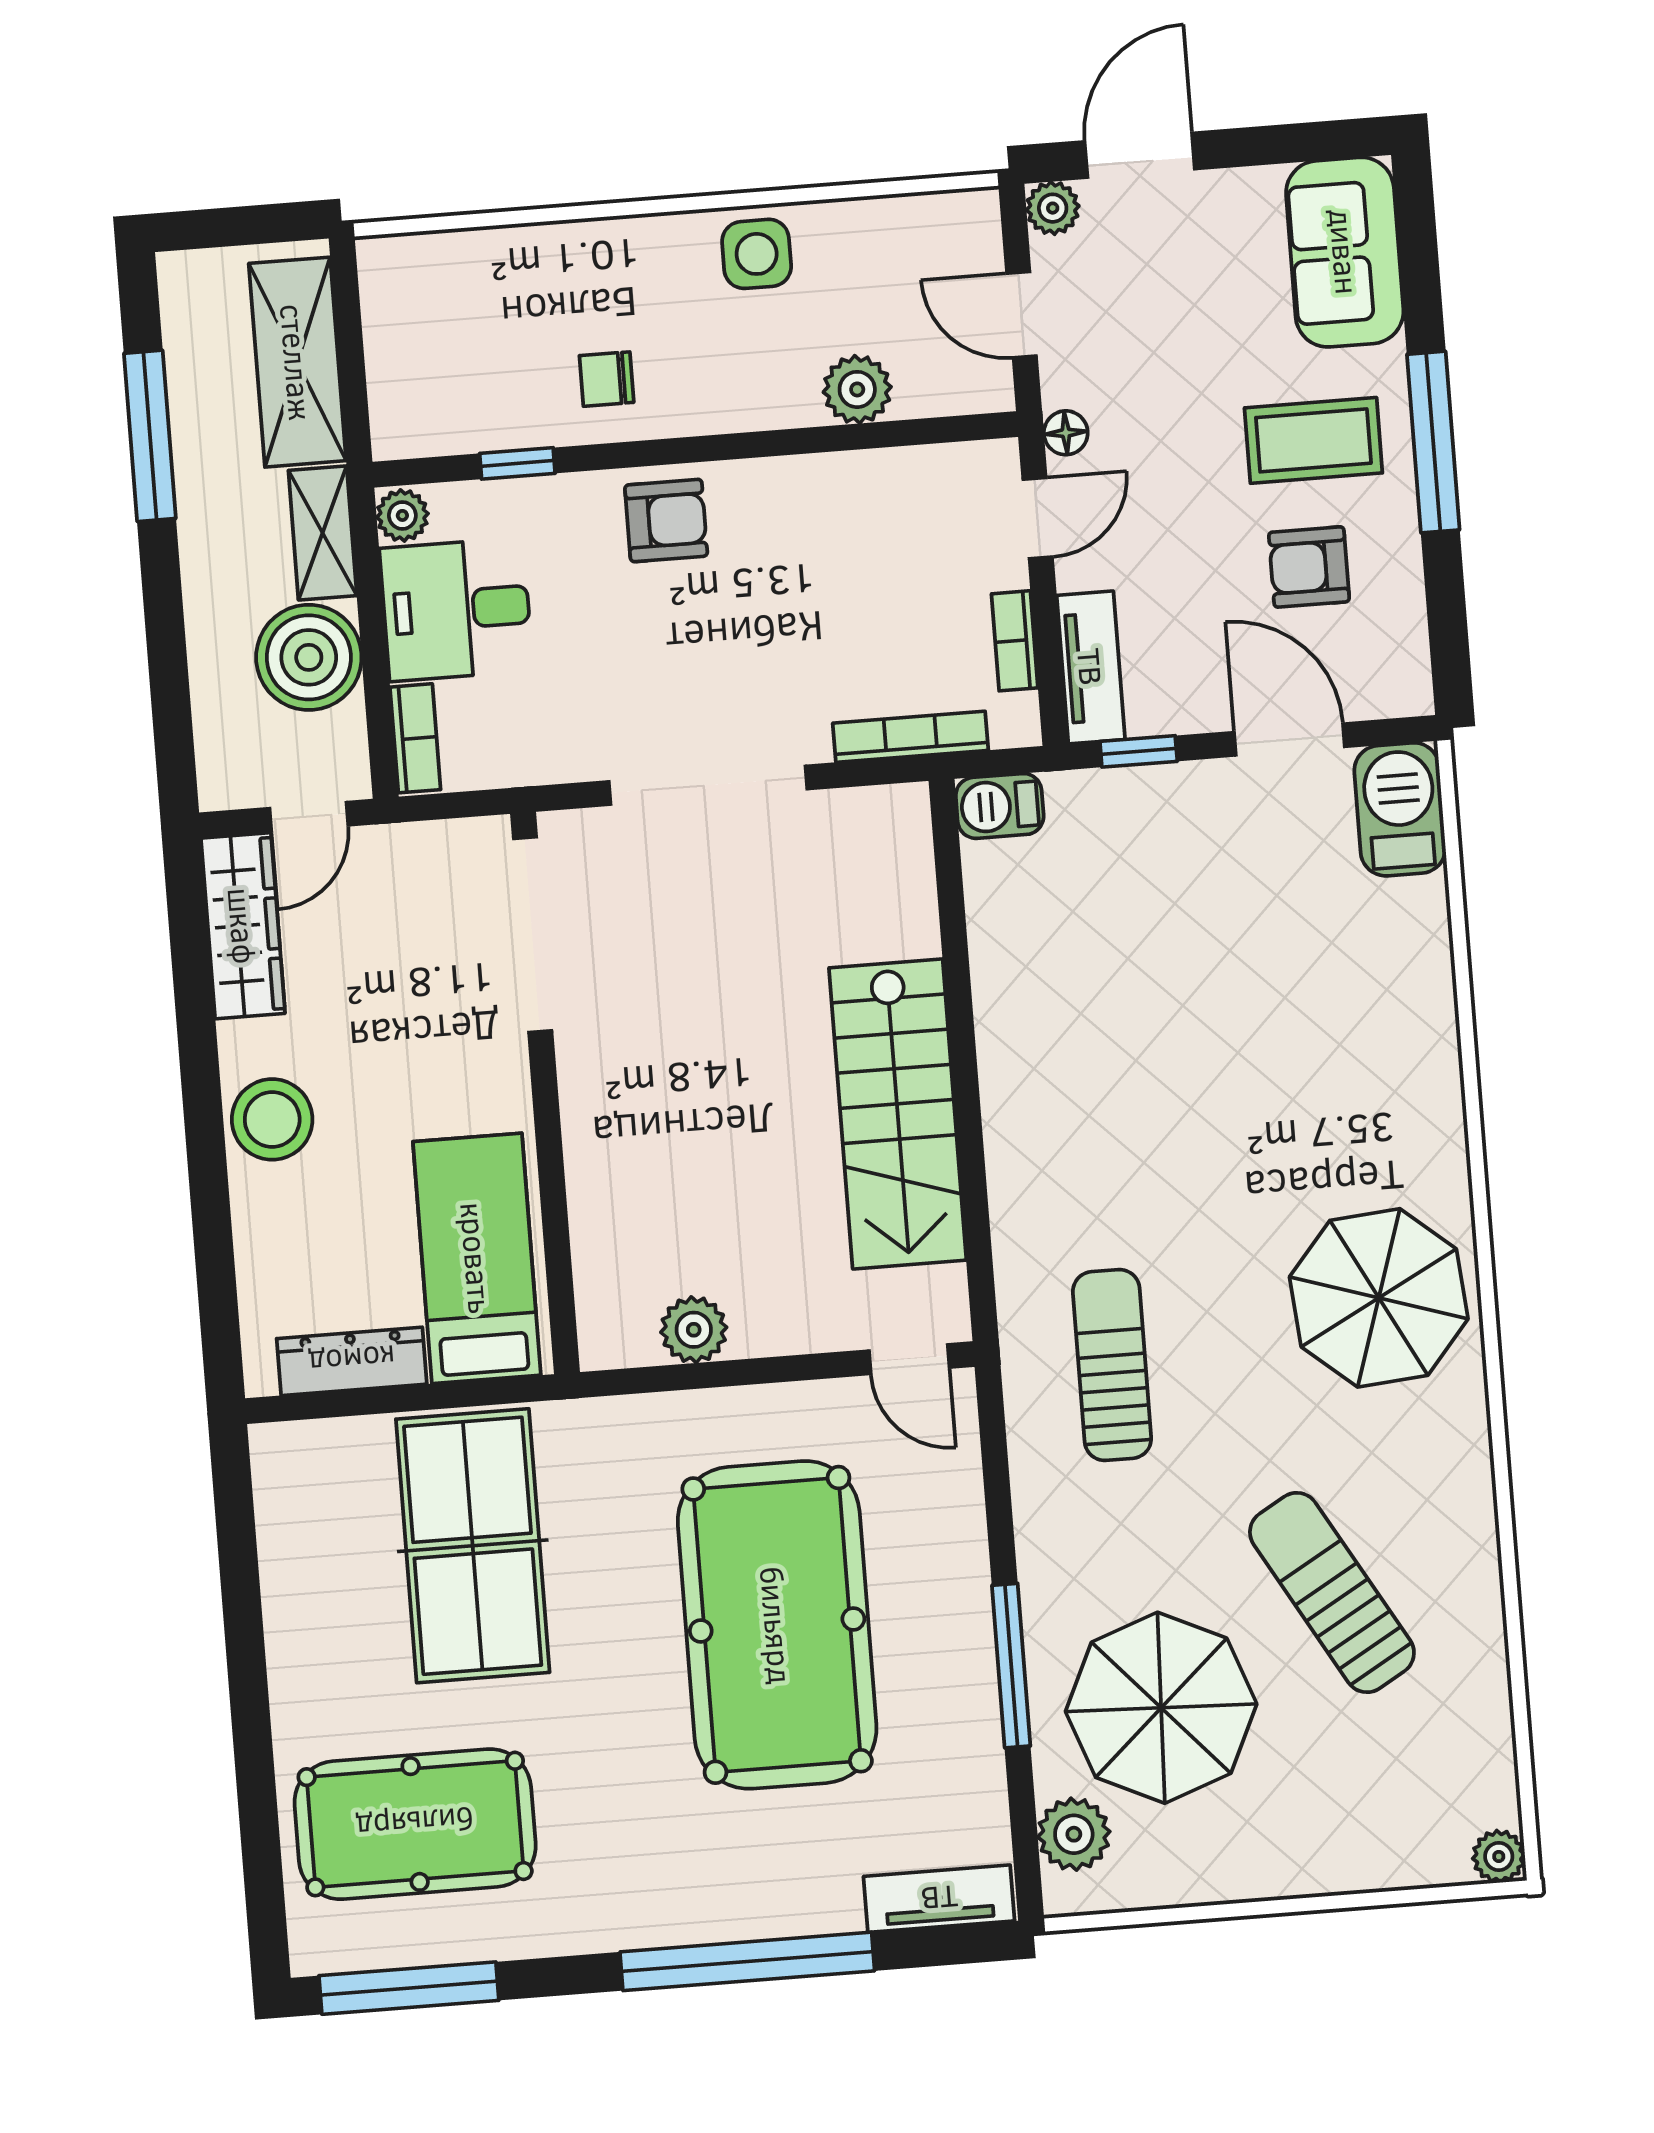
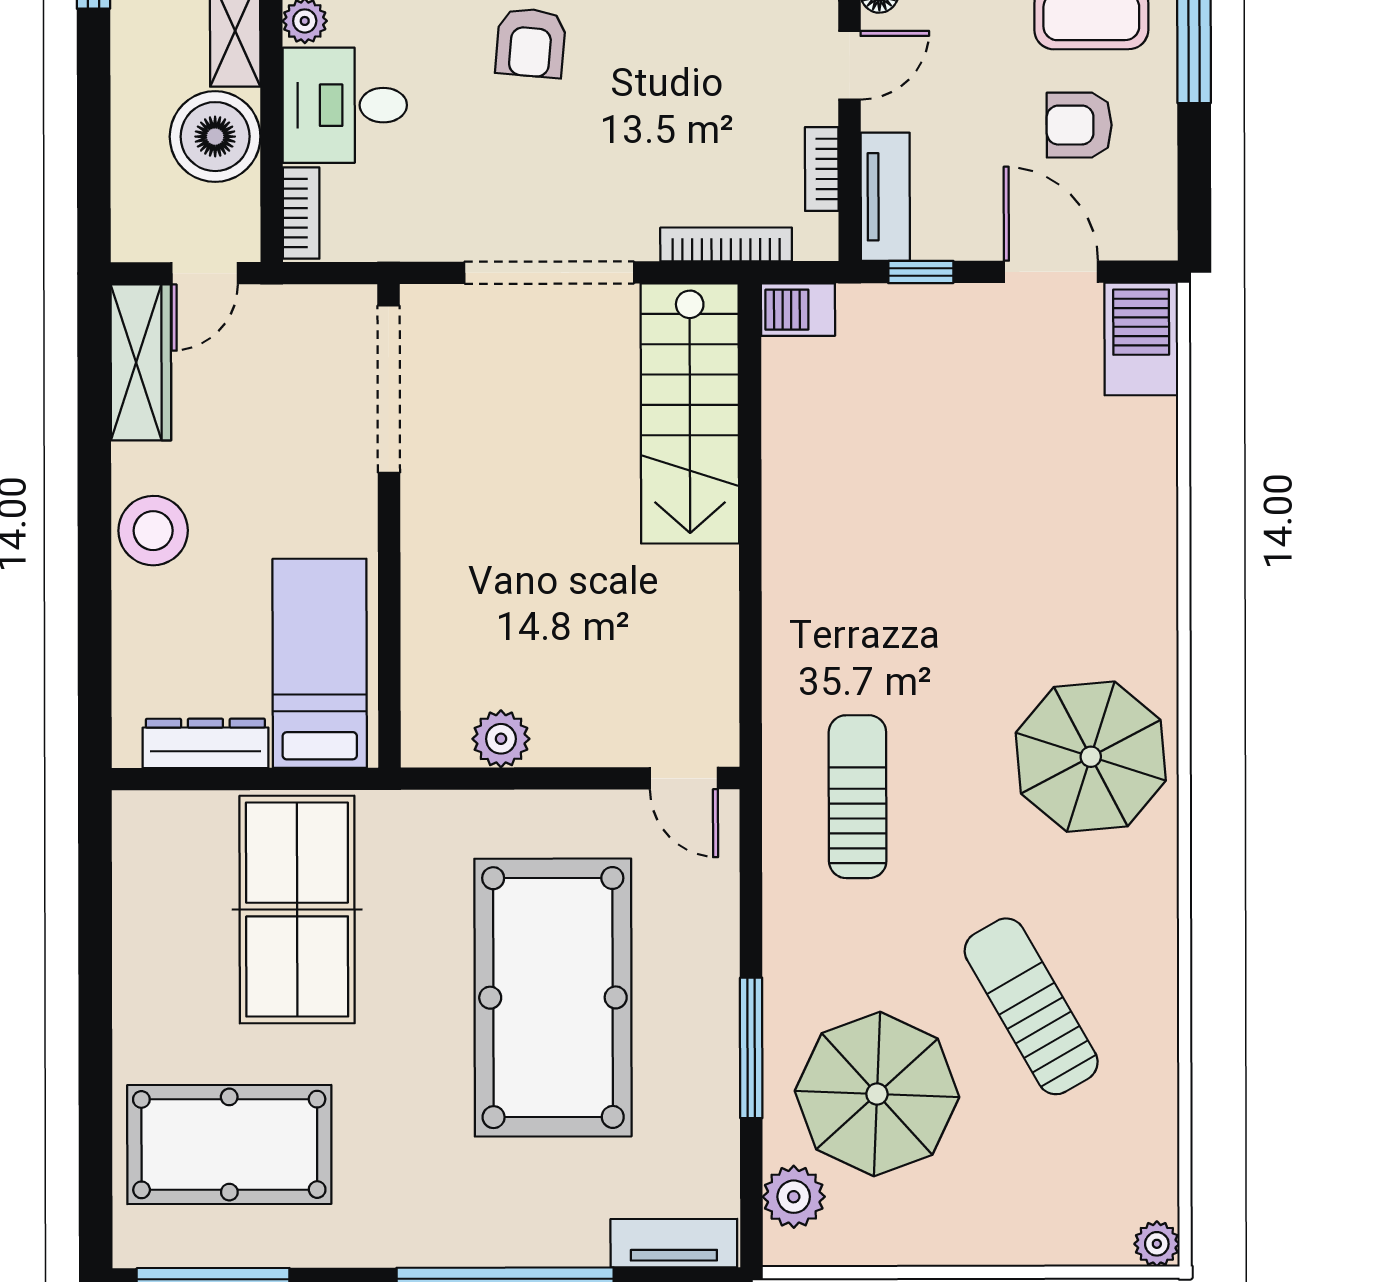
armchair: (666, 521) -> (531, 43), turned 95
stairs: (898, 1114) -> (690, 414), moved

